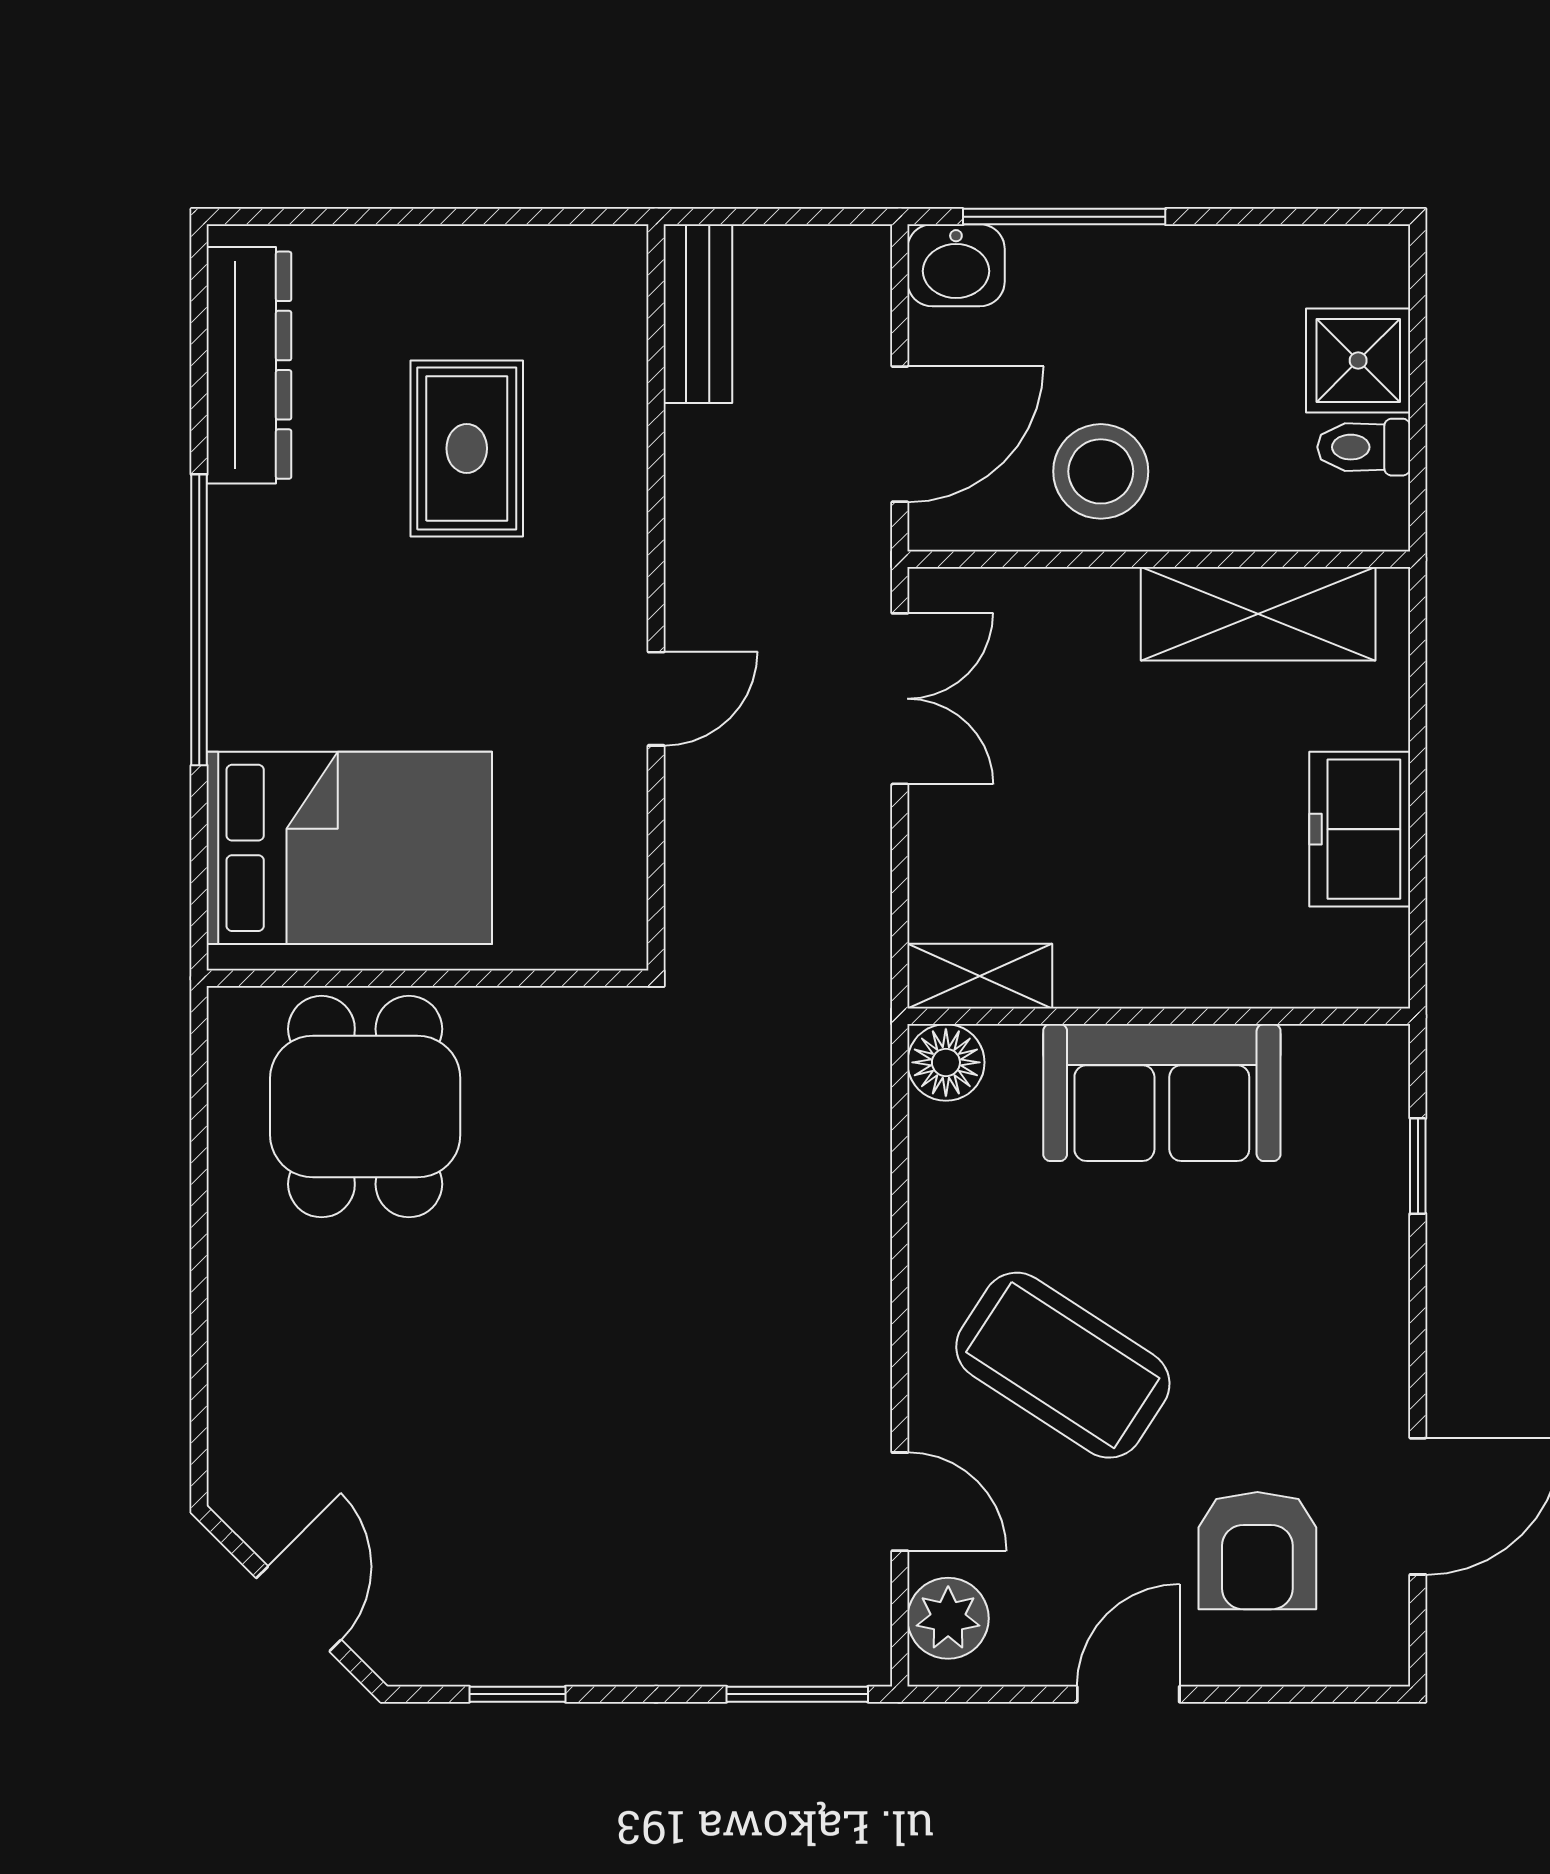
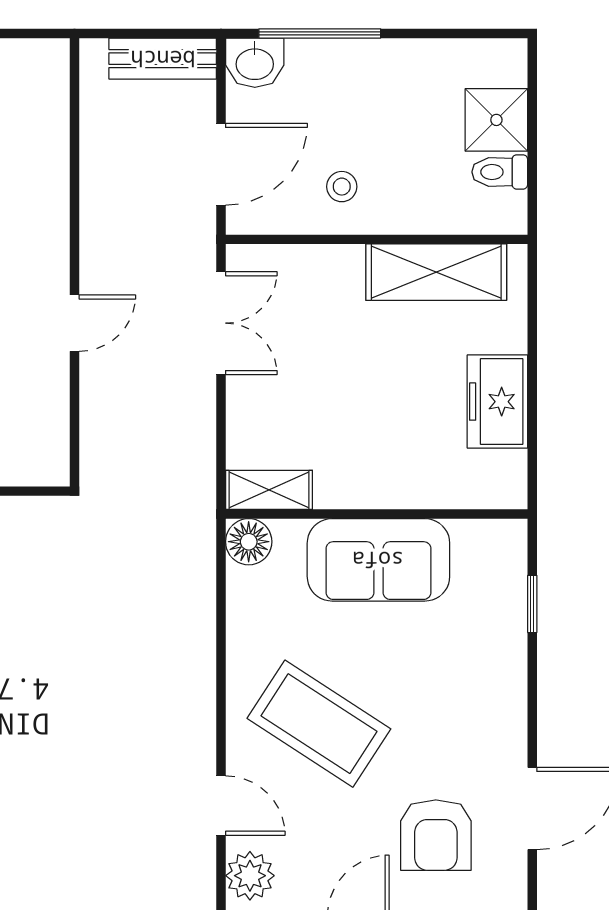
bench: (698, 314) -> (163, 59), moved, turned 90
stool: (1101, 471) -> (342, 187), width x0.53, depth x0.53

